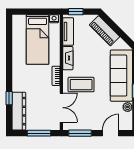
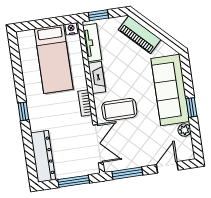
window: (9, 98) -> (23, 111), moved

